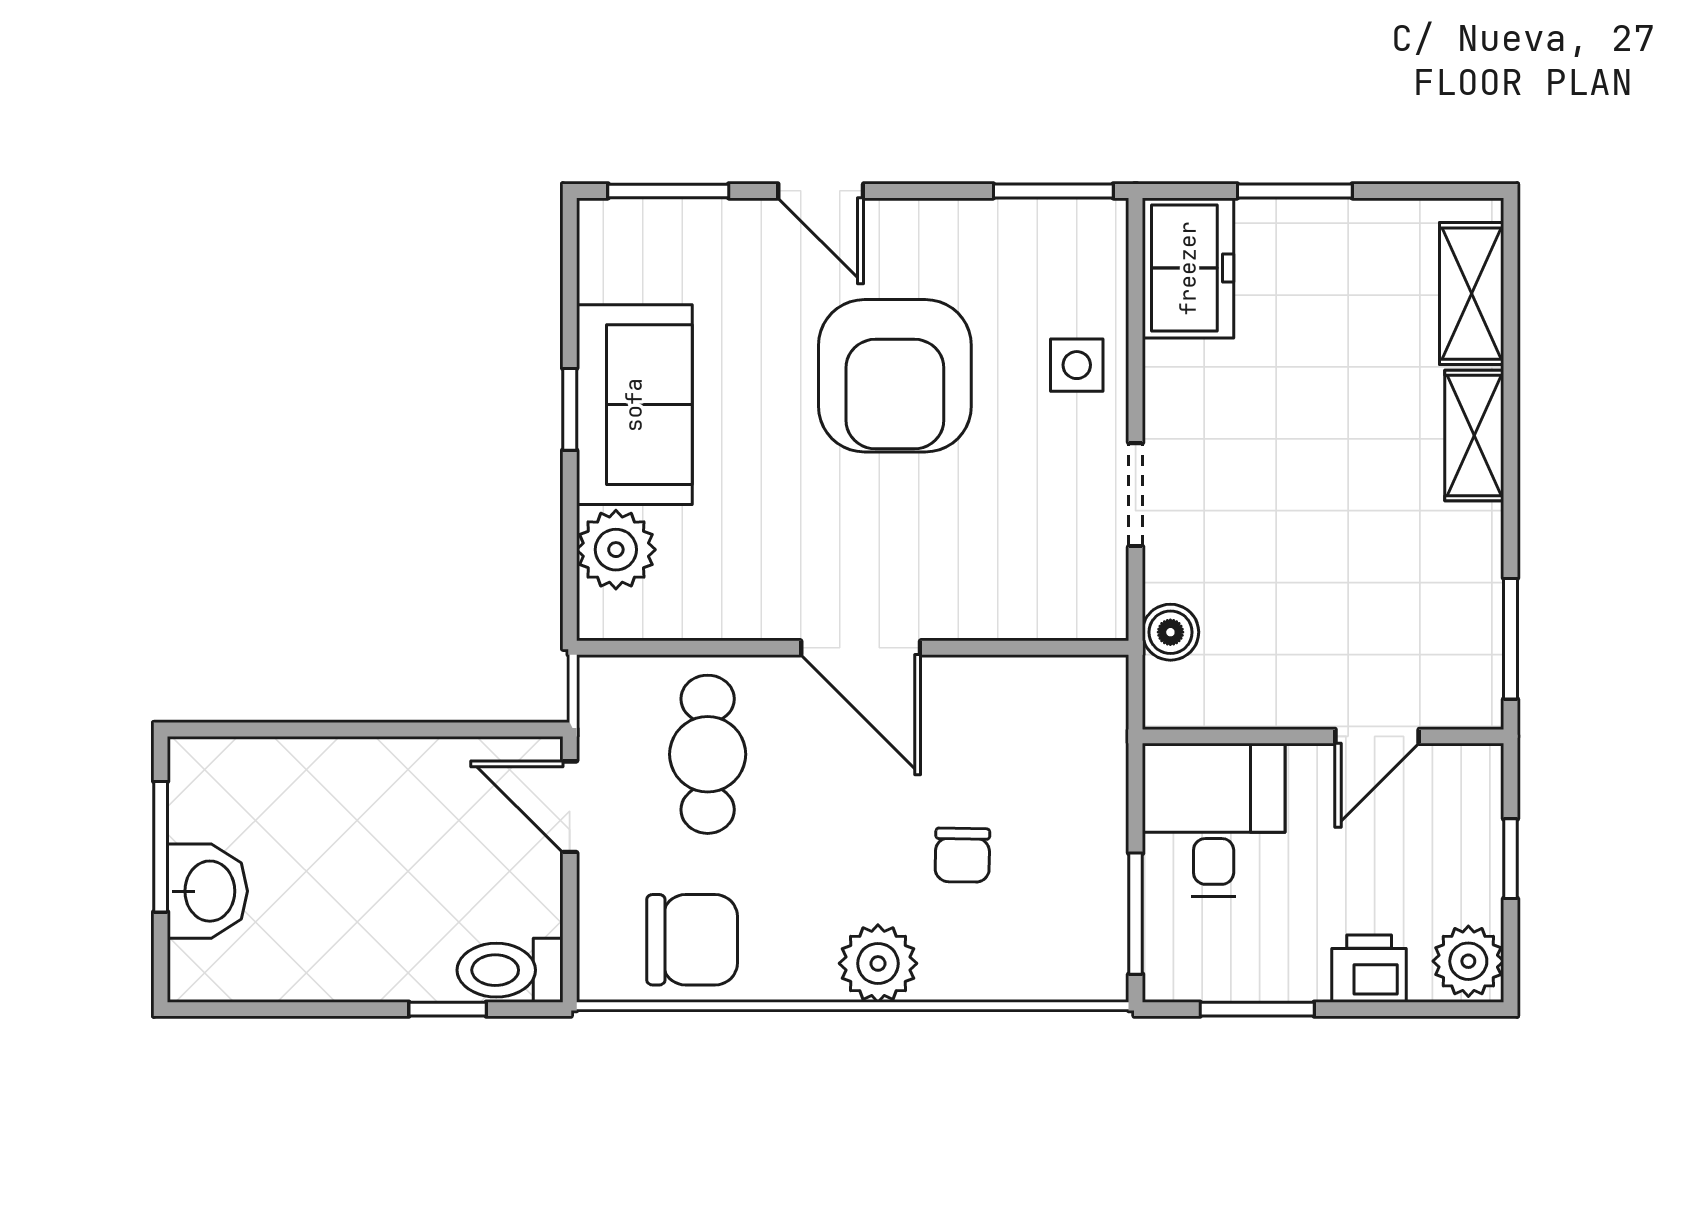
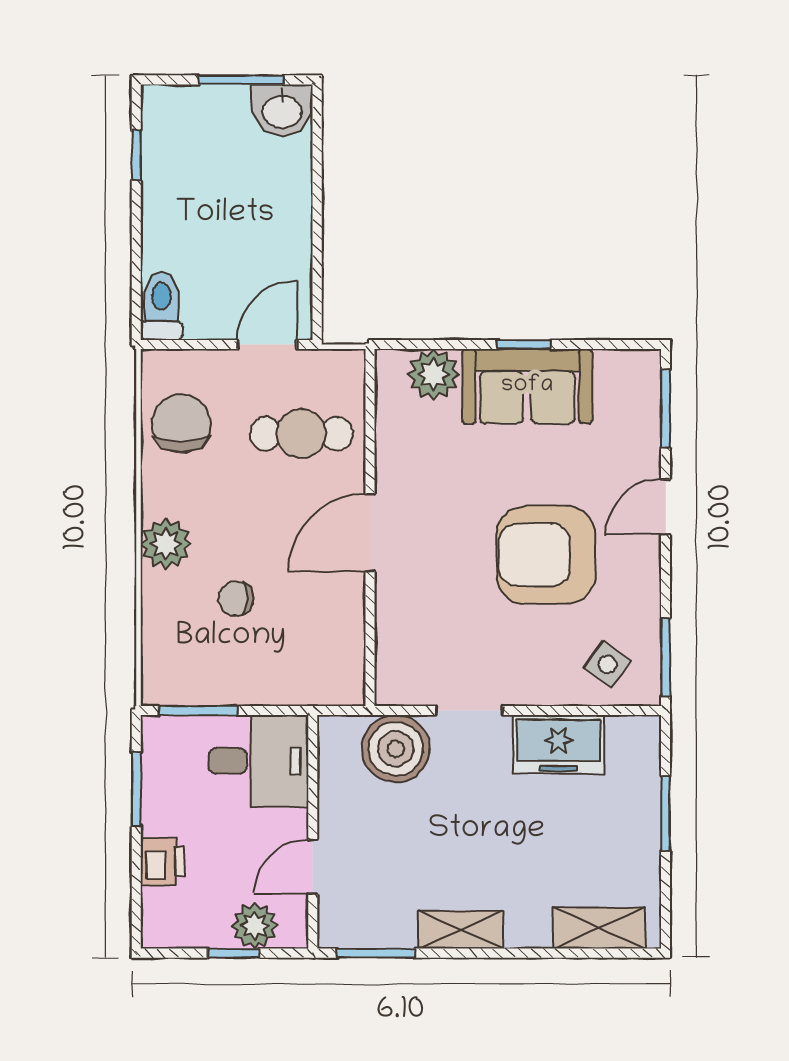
freezer: (1188, 268) -> (558, 744), moved
side table: (1077, 365) -> (607, 665), moved, turned 35
shelving: (1474, 436) -> (461, 930), moved
boiler: (1170, 632) -> (396, 749), width x1.86, depth x1.86
door: (1377, 736) -> (313, 867), hinge flipped
washbasin: (207, 891) -> (282, 110), moved
chair: (692, 940) -> (181, 424), turned 180
plant: (1468, 961) -> (255, 926), moved
window: (448, 1009) -> (136, 155), moved

